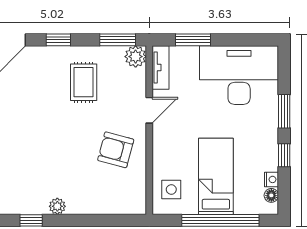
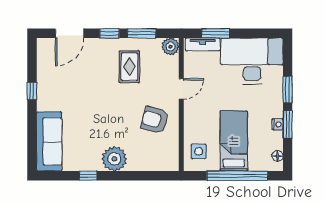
window: (118, 40) -> (142, 33), moved
tv unit: (160, 67) -> (203, 44), moved, turned 90
window: (284, 155) -> (288, 124), width x1.50
nightstand: (271, 179) -> (278, 124), moved
plant: (57, 206) -> (114, 159), width x1.87, depth x1.87

